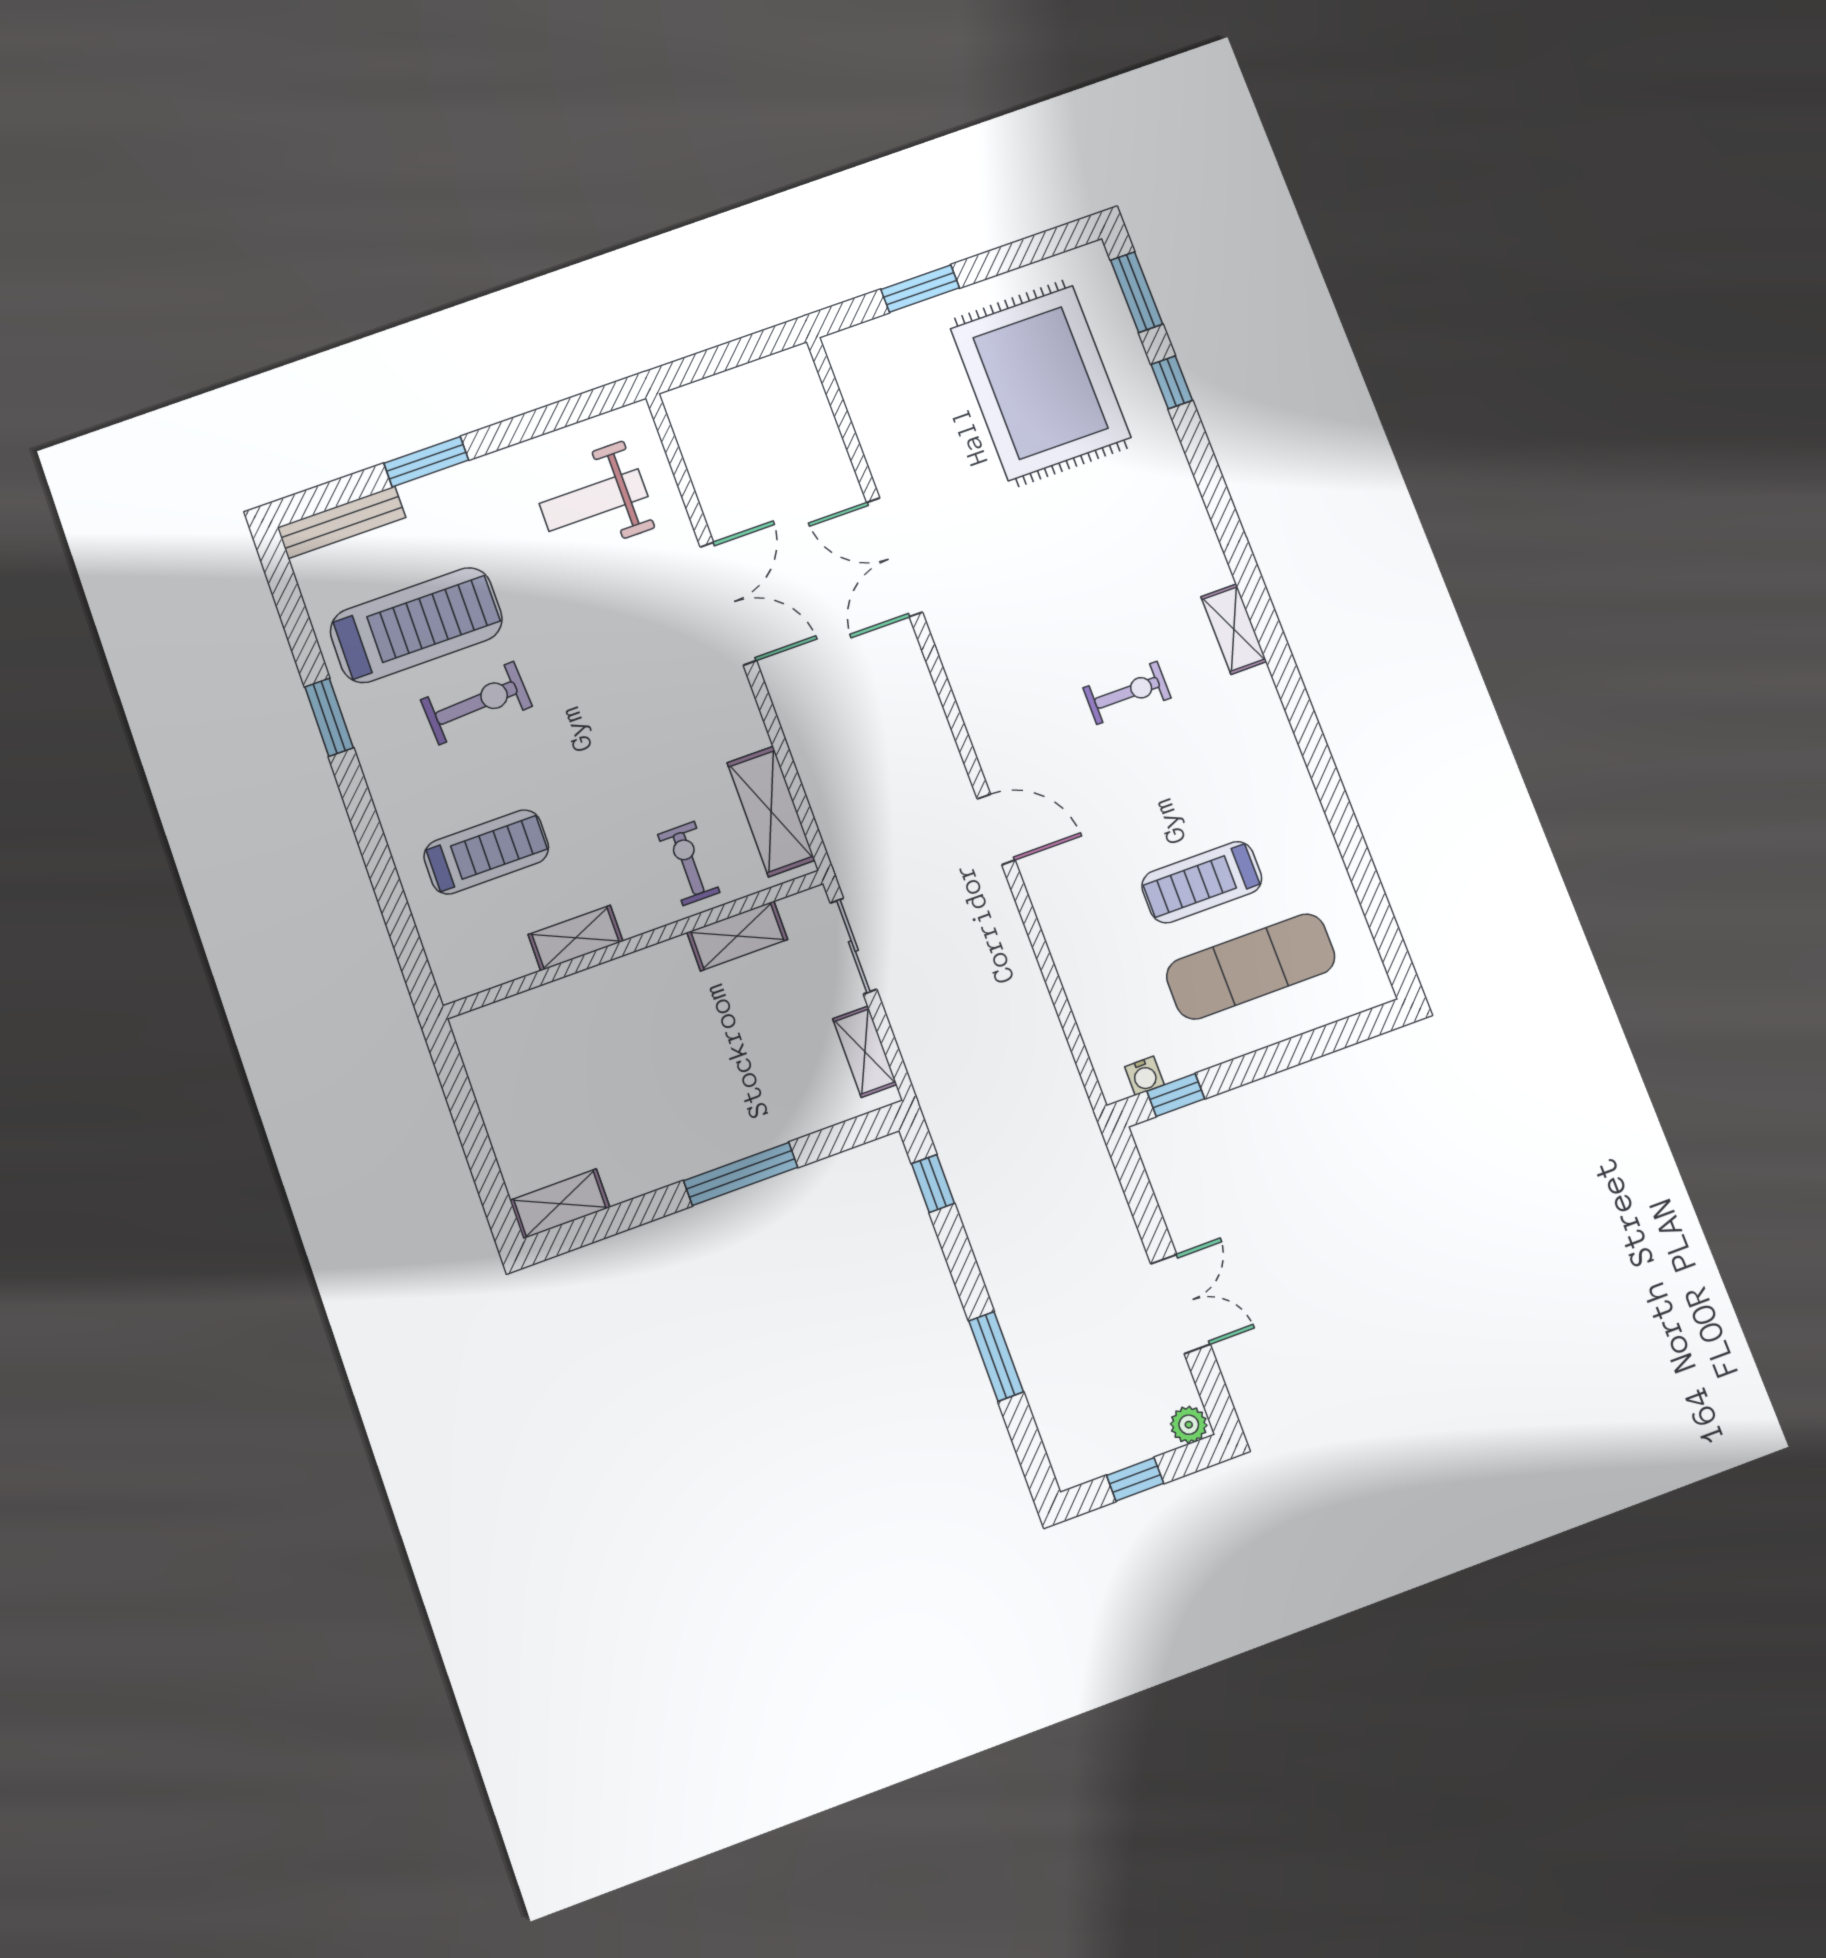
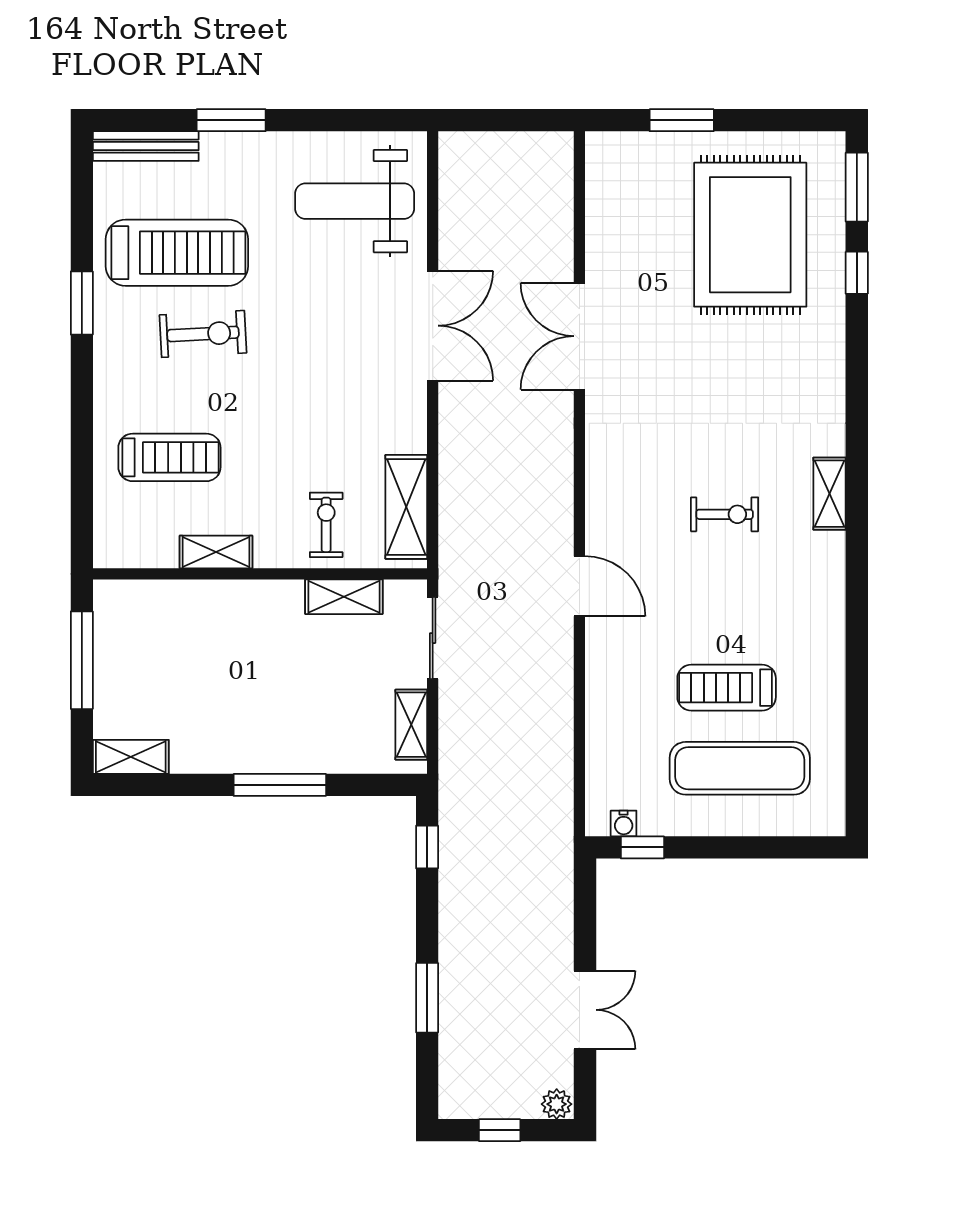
weight bench: (594, 500) -> (355, 201), width x1.36, depth x1.33
window: (466, 1114) -> (82, 660), added

